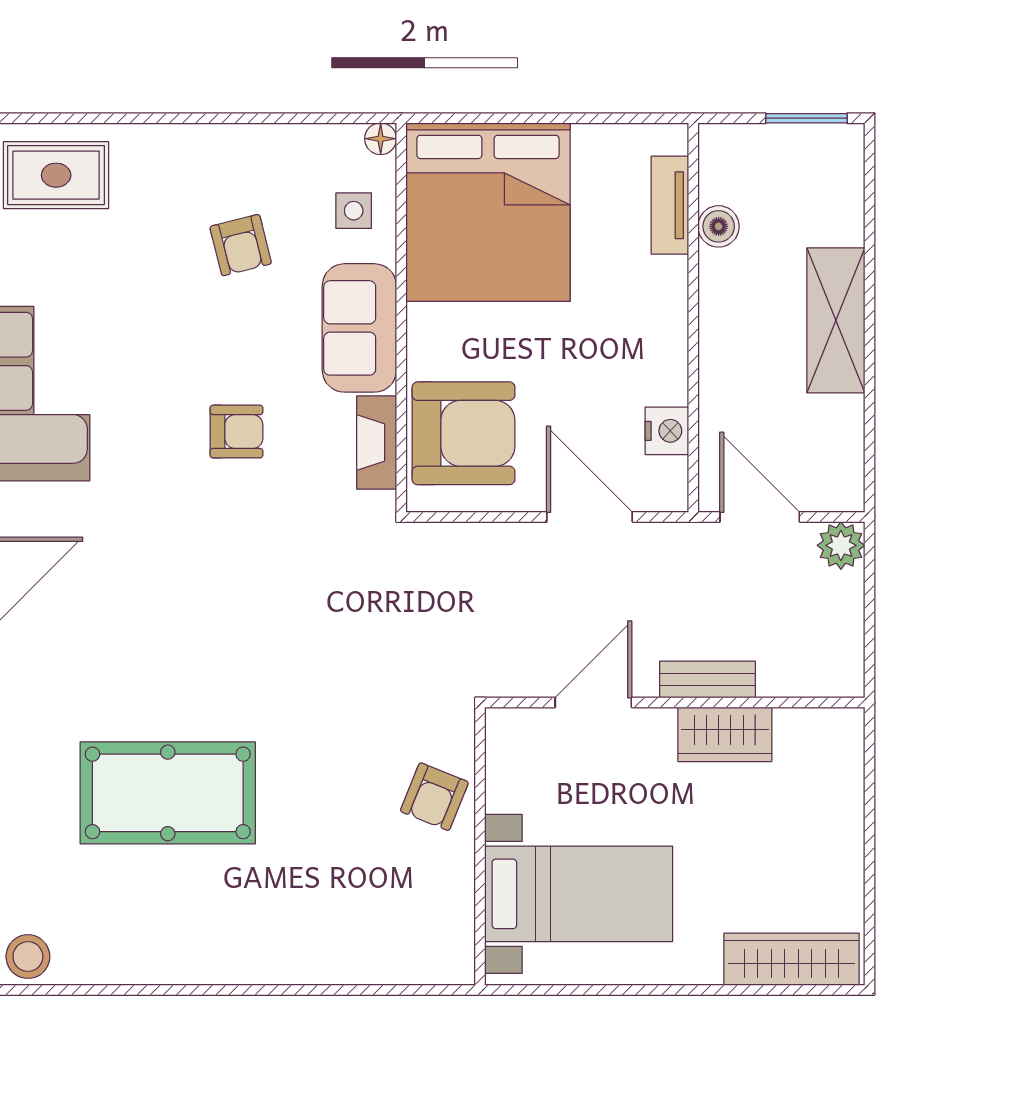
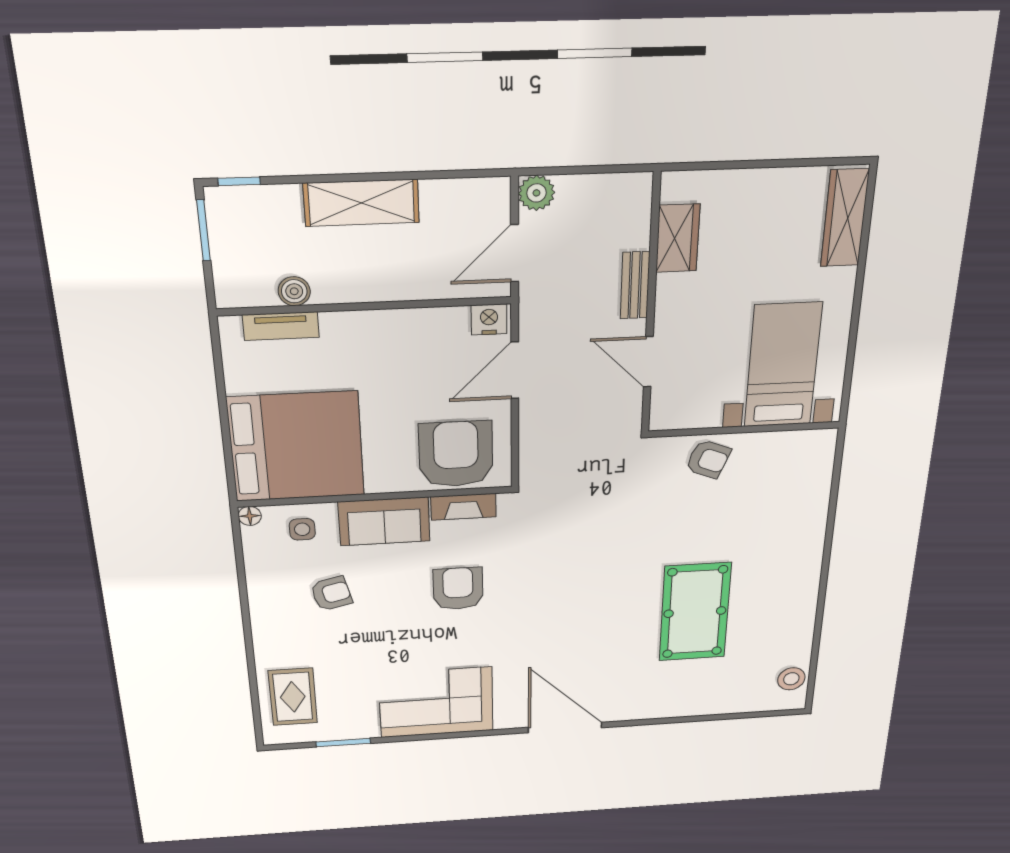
window: (870, 169) -> (239, 181), added
nightstand: (667, 431) -> (489, 319), moved
armchair: (236, 432) -> (458, 589), width x1.38, depth x1.38
wardrobe: (725, 734) -> (678, 238), moved

